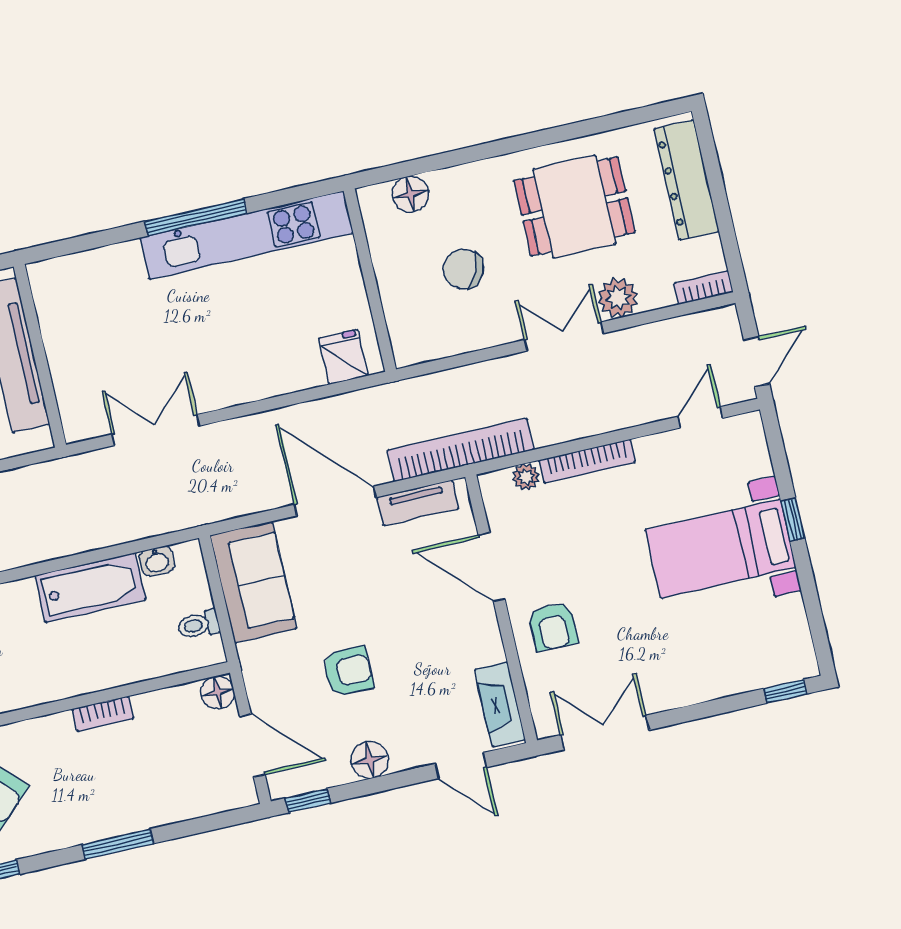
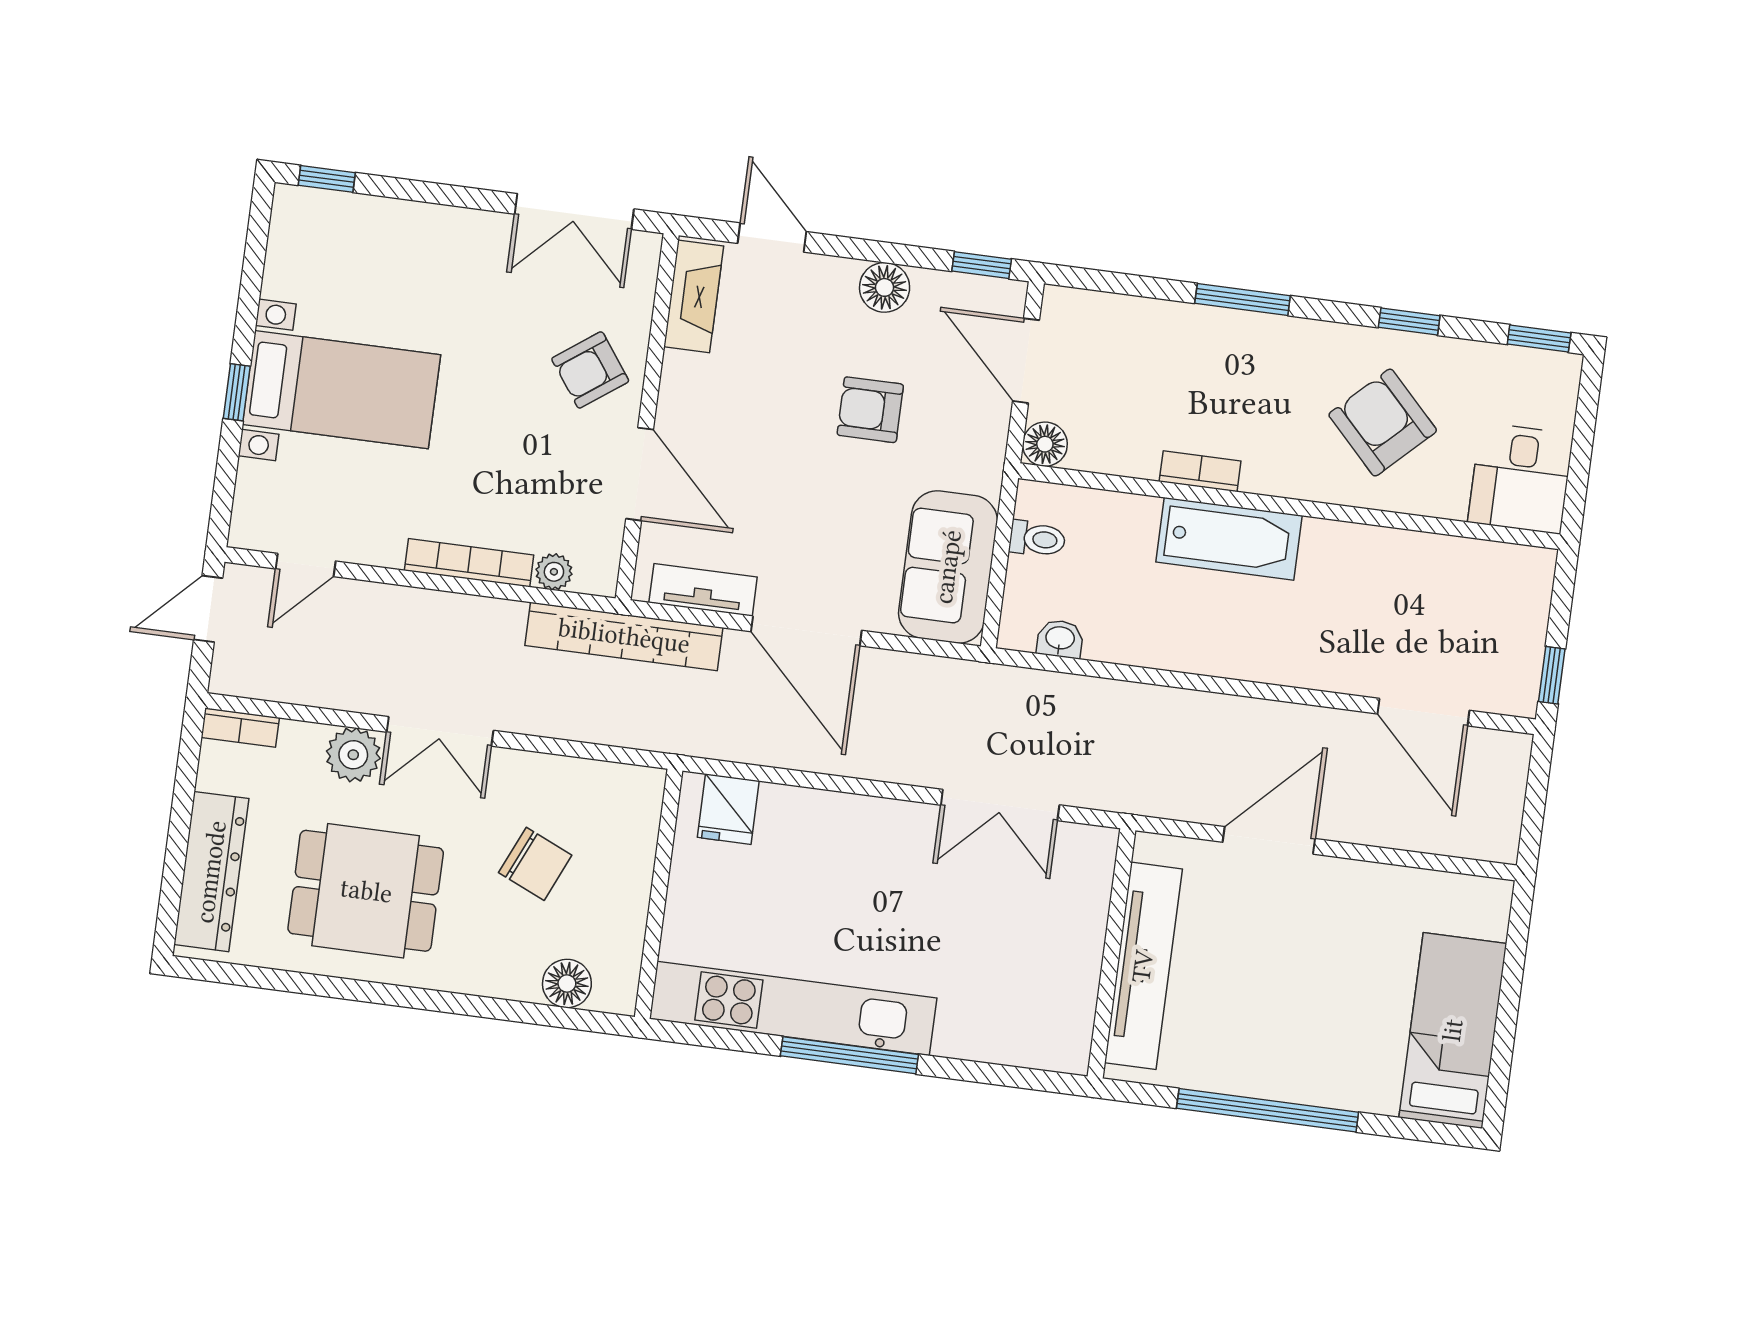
bathtub: (90, 588) -> (1229, 539), moved, turned 180
armchair: (553, 627) -> (590, 370), turned -126

